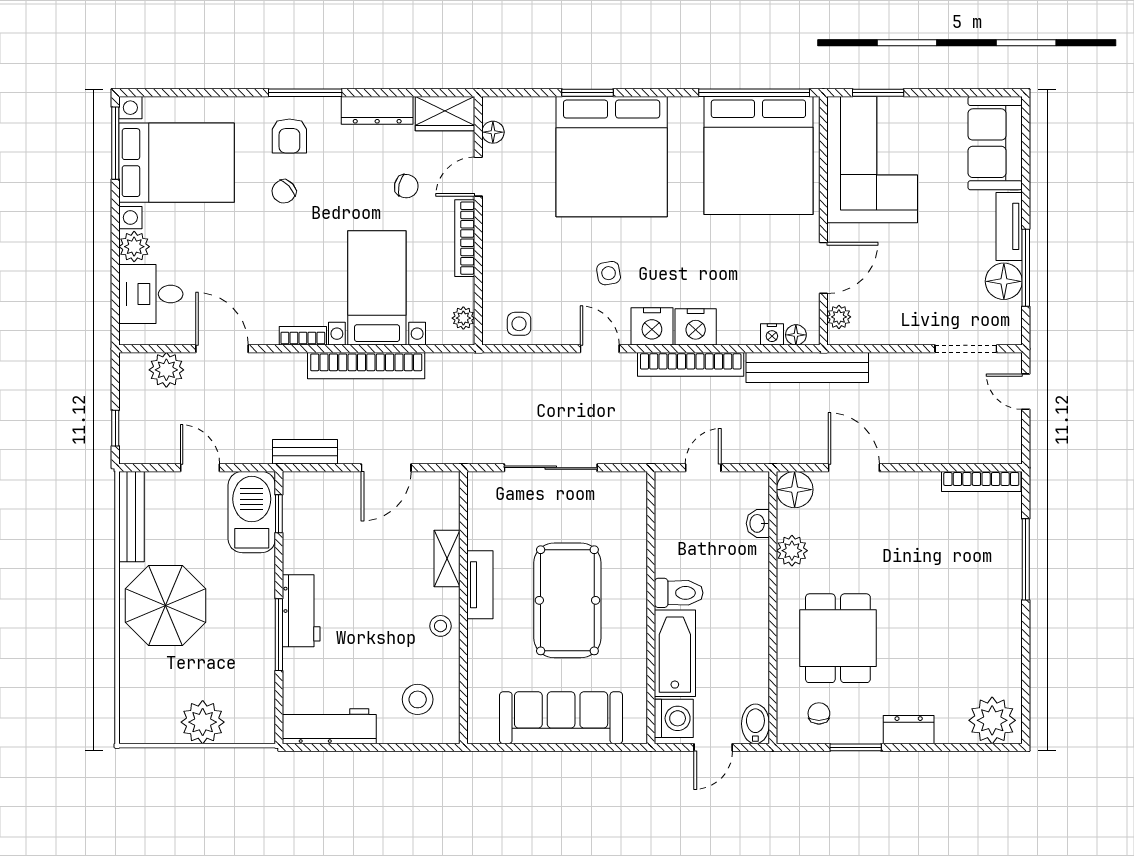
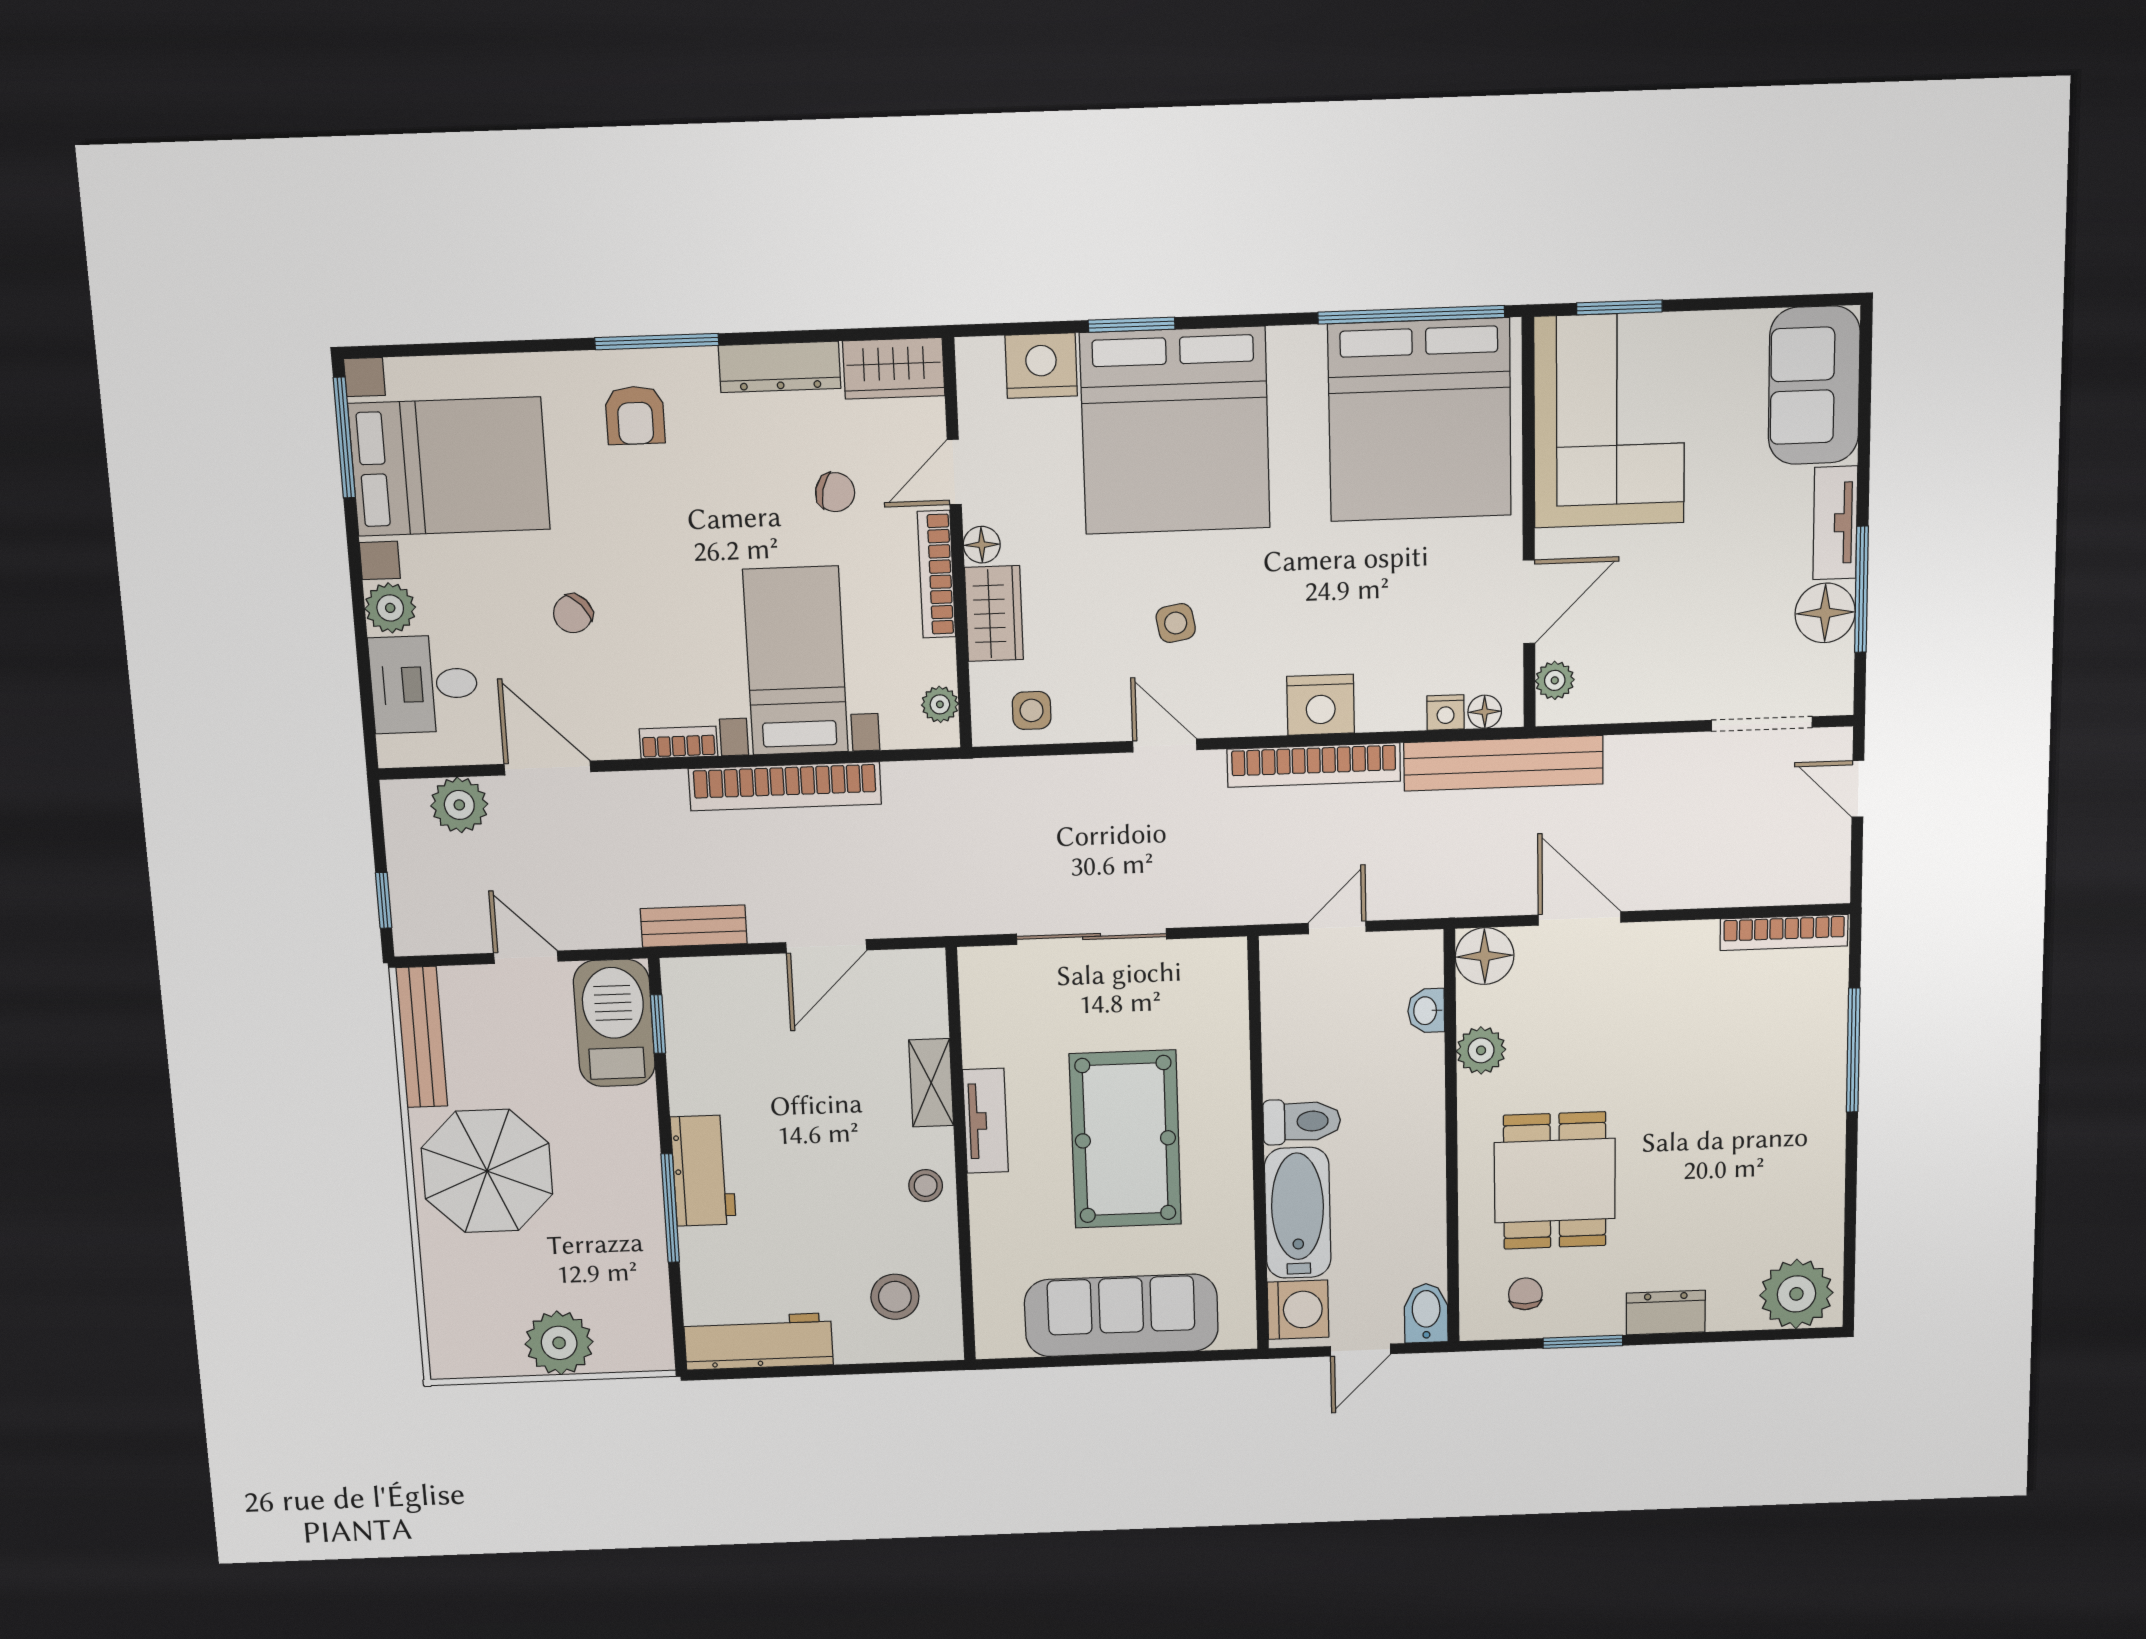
floor lamp: (493, 132) -> (982, 545), moved
chair: (284, 191) -> (573, 614), moved
wardrobe: (499, 263) -> (994, 614), added
nightstand: (652, 326) -> (1041, 366), moved, turned 180

